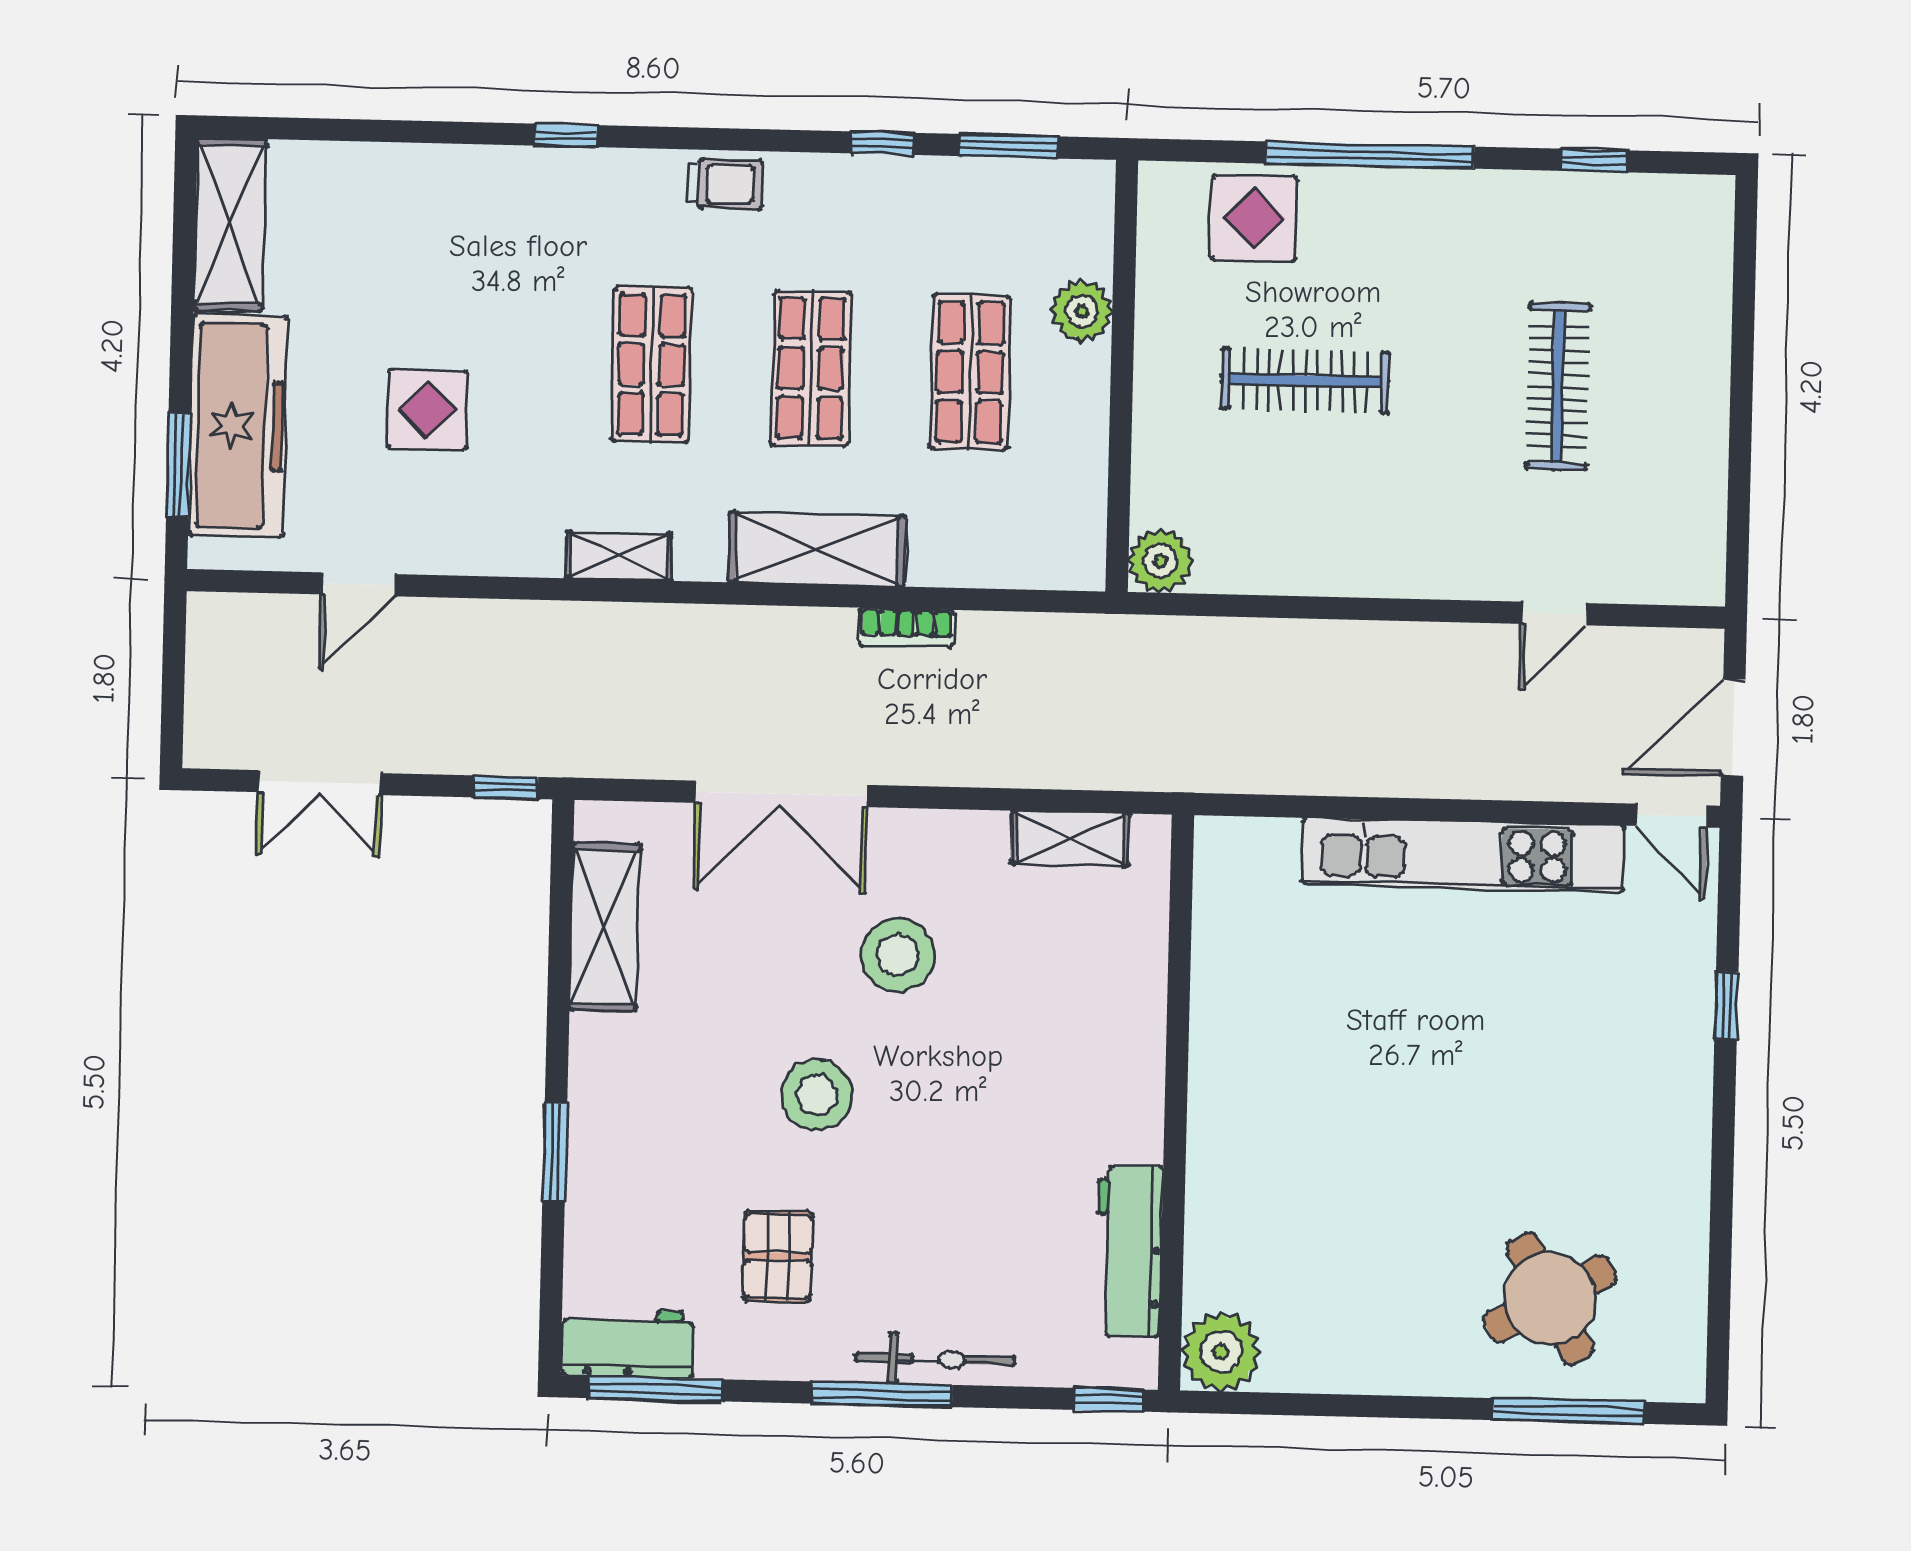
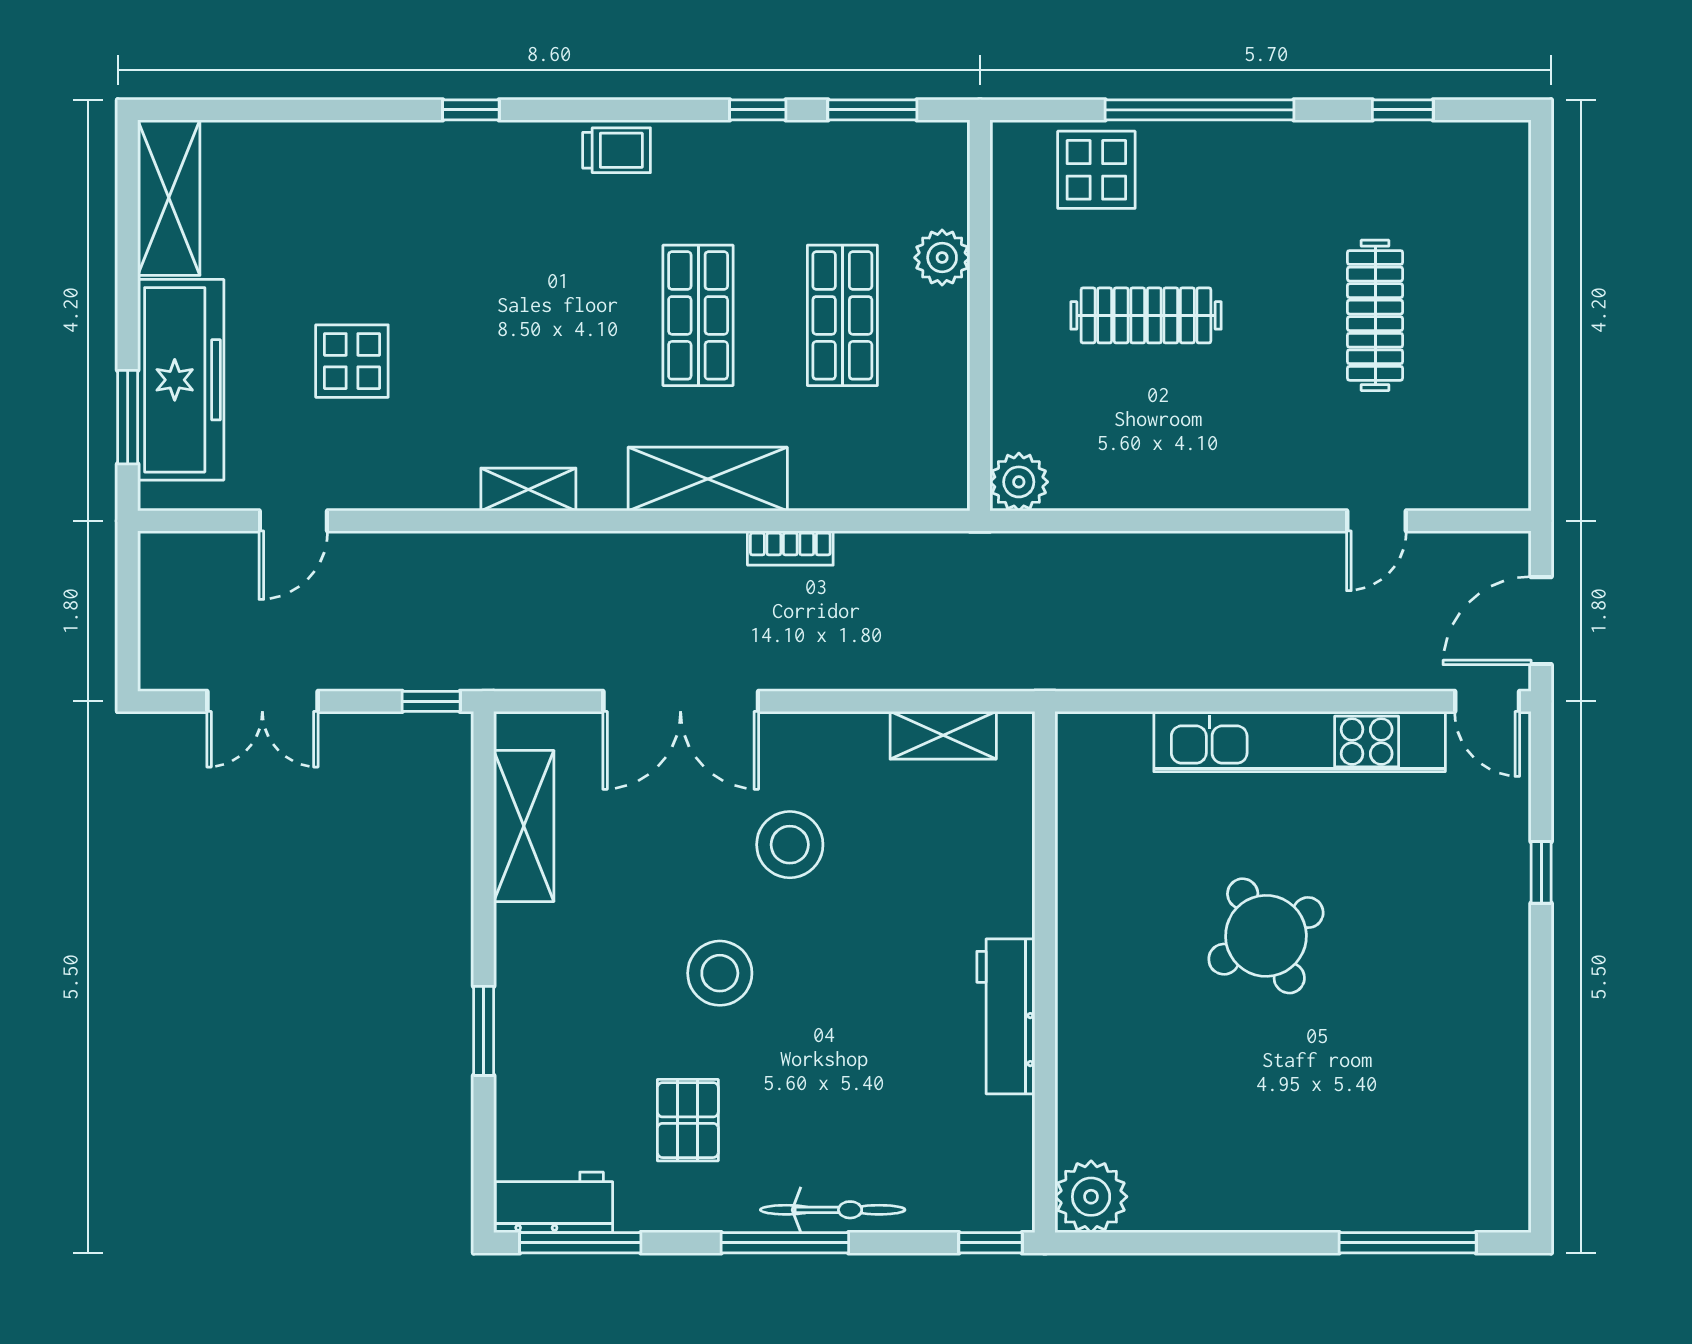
shop shelf: (651, 364) -> (554, 315), removed
workbench: (1129, 1251) -> (1006, 1016), moved
round table: (1550, 1299) -> (1266, 936), moved

